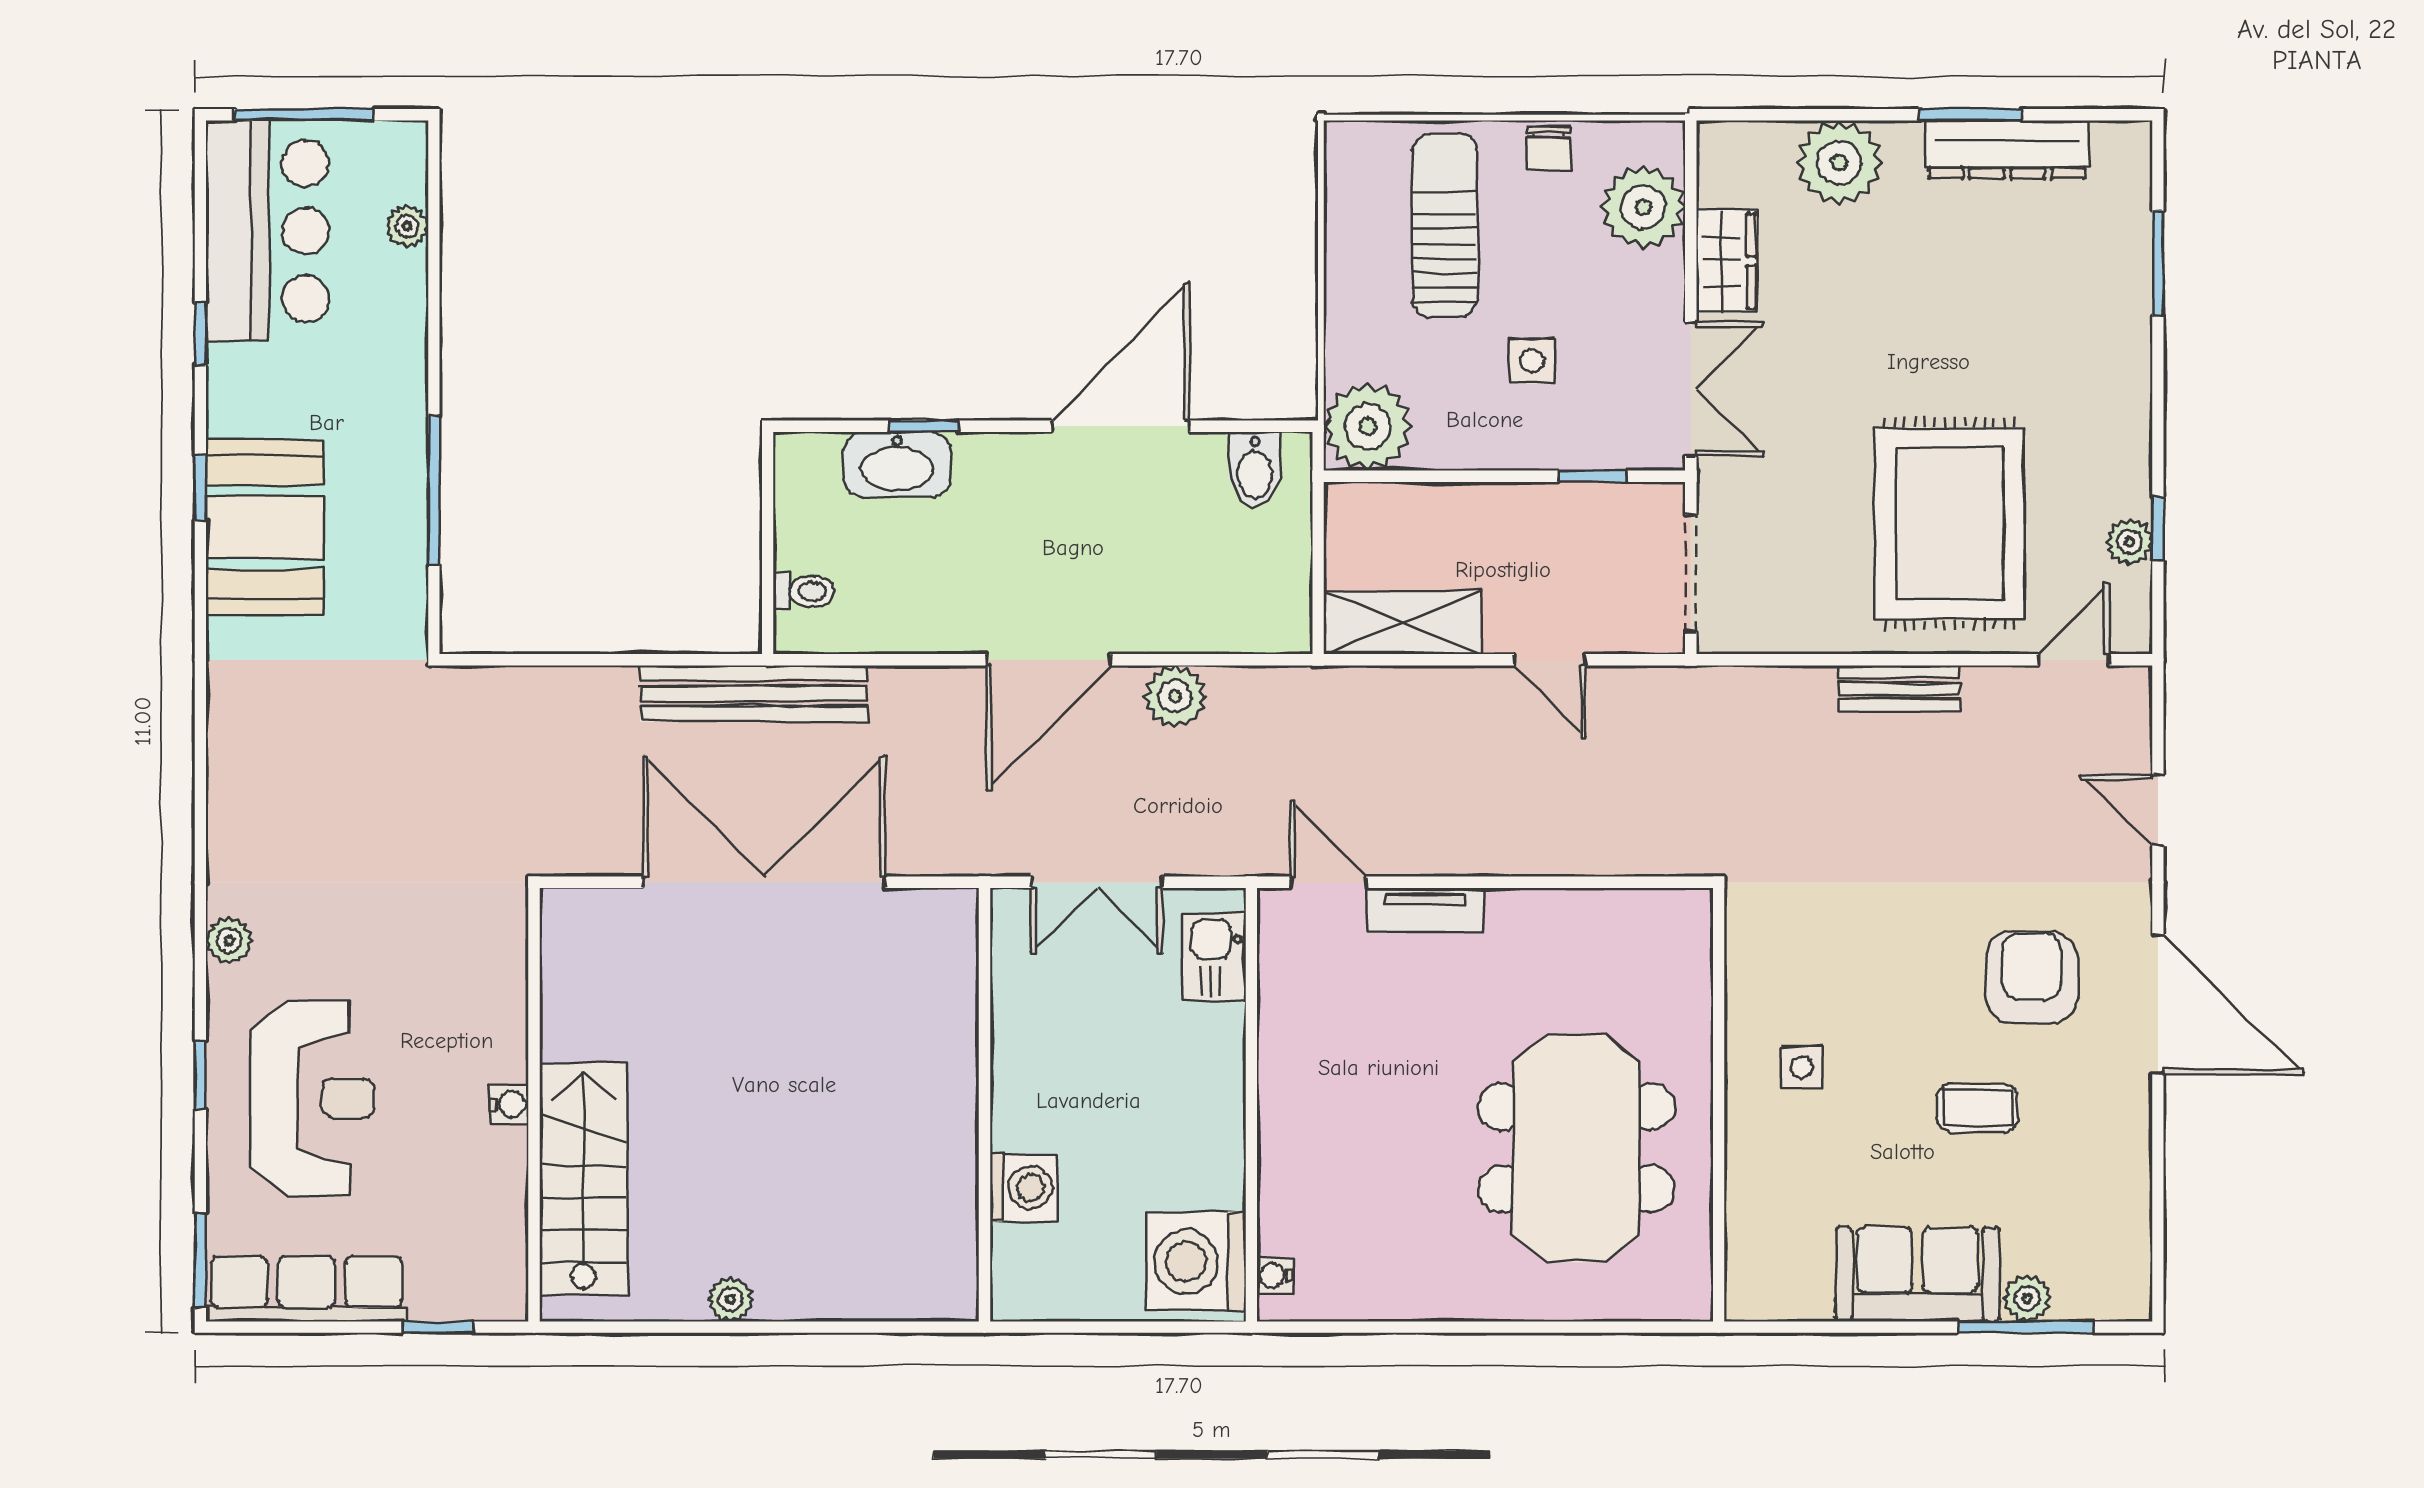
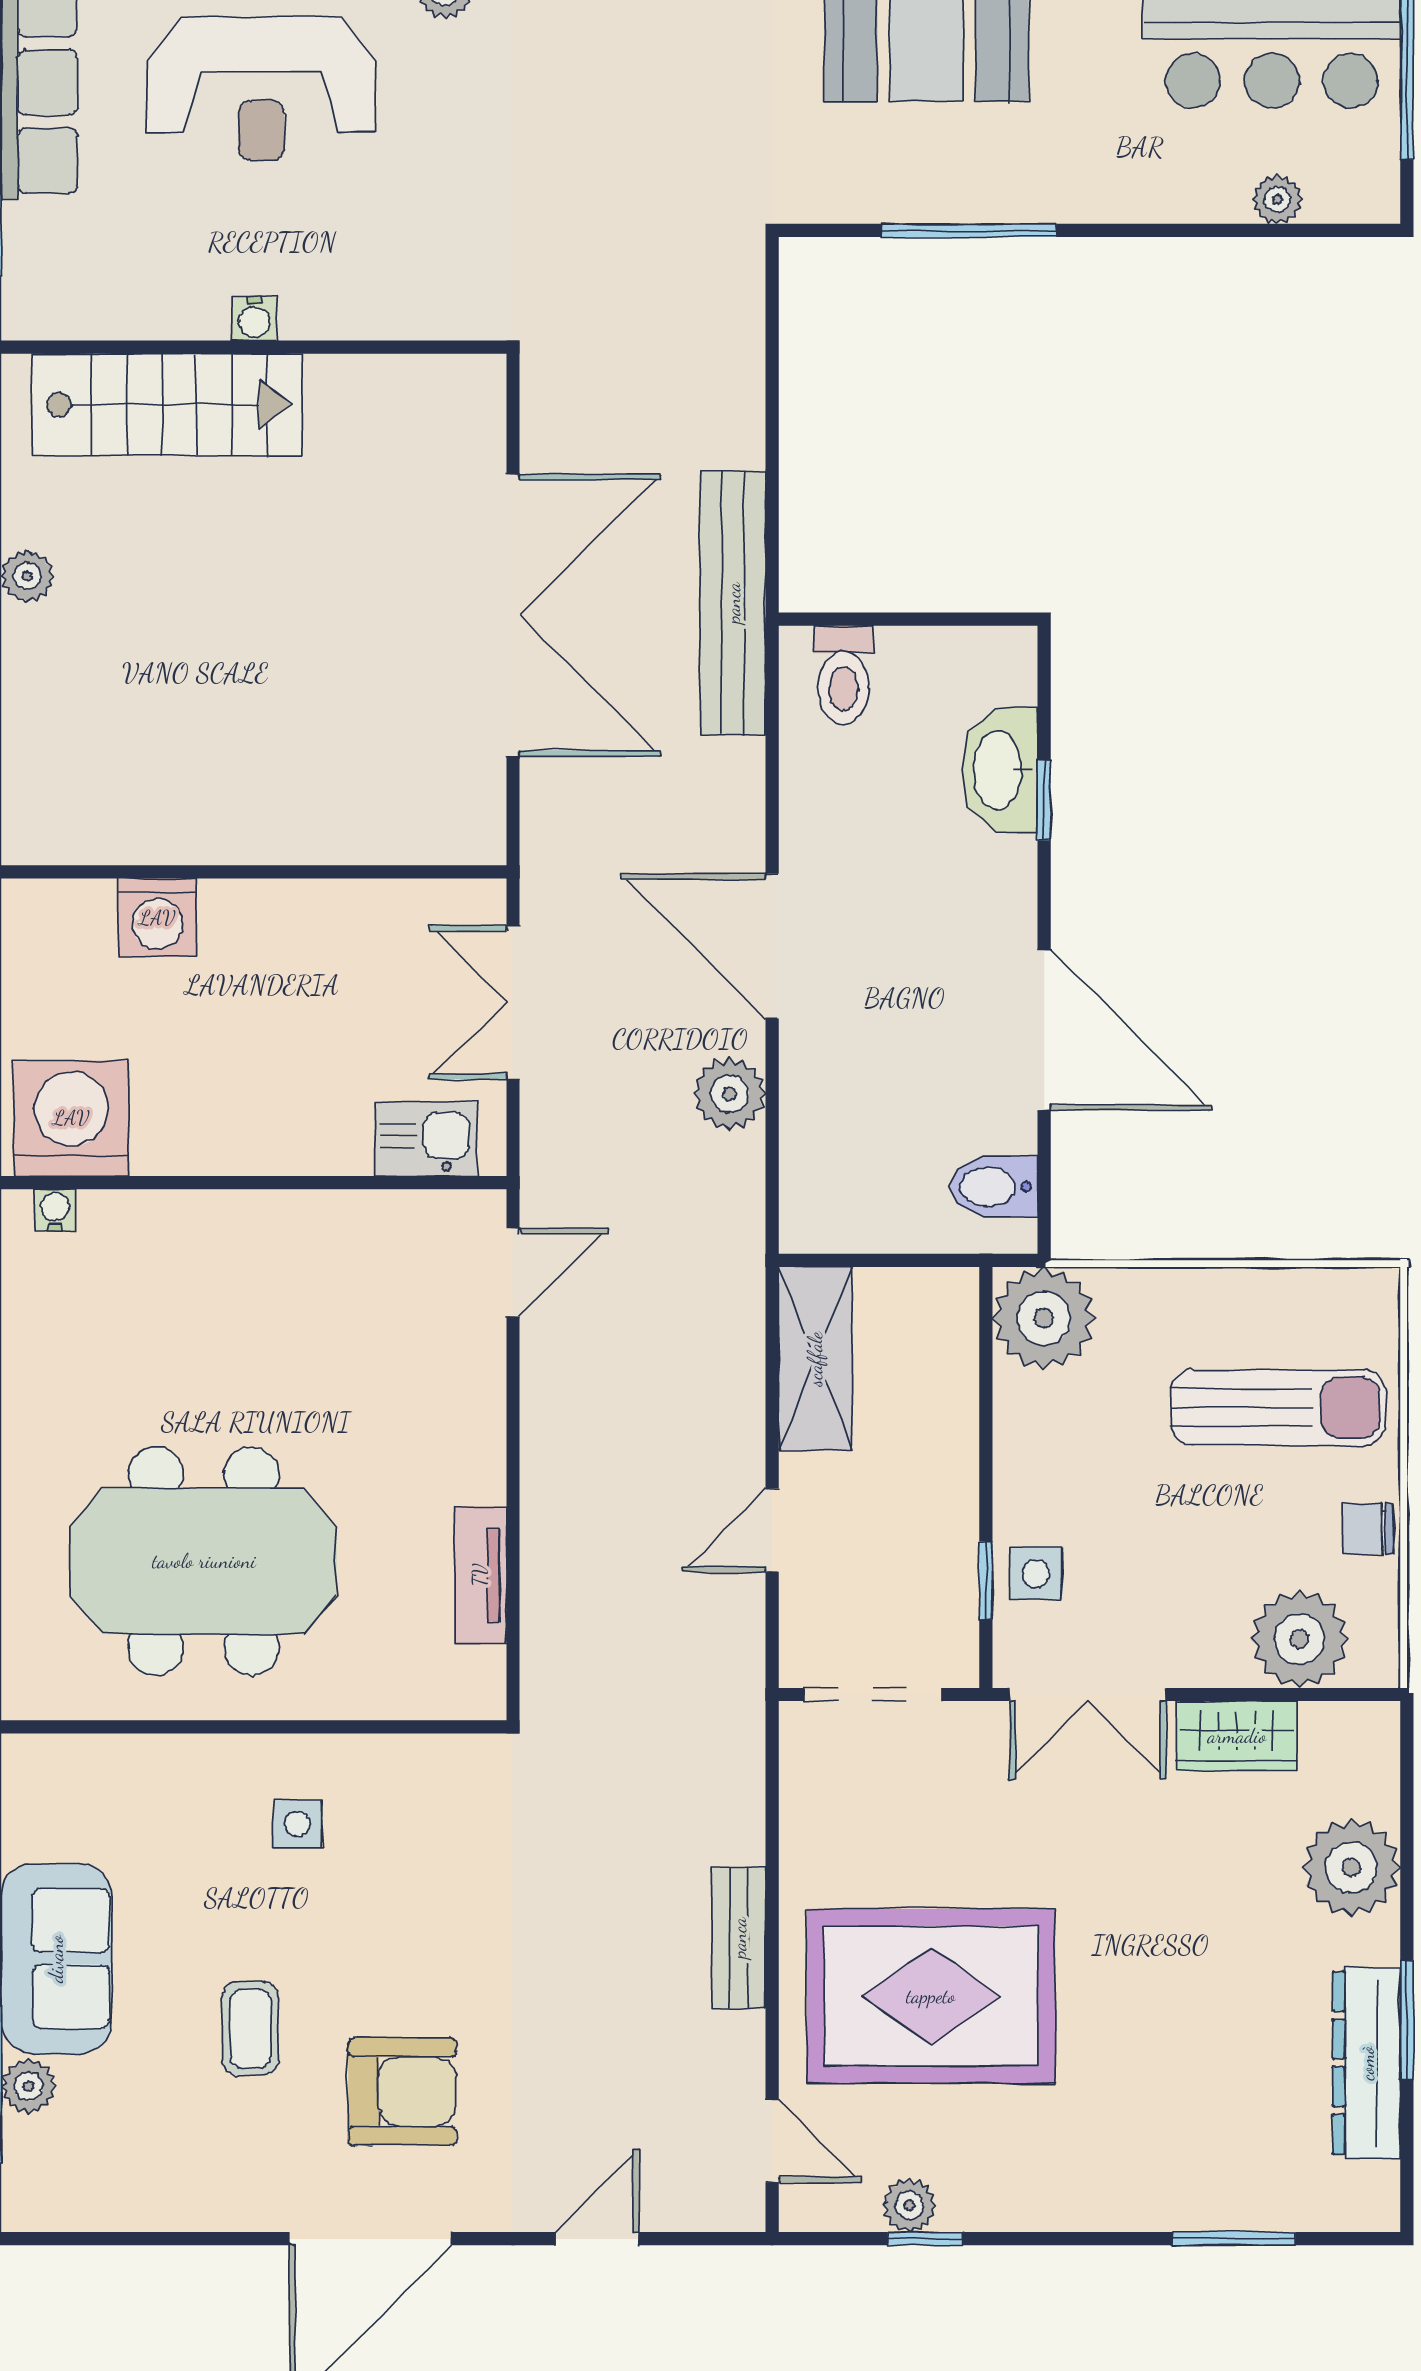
side table: (1532, 361) -> (1036, 1574), moved
toilet: (804, 591) -> (844, 675), width x1.37, depth x1.39
tv unit: (1425, 910) -> (480, 1575), moved

